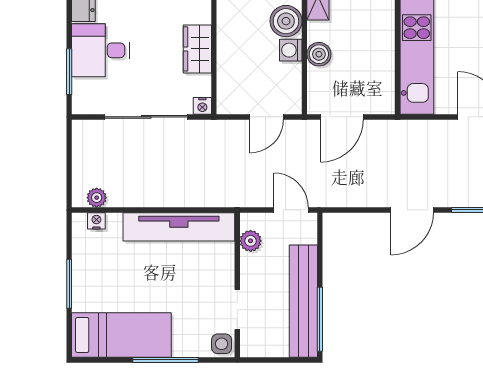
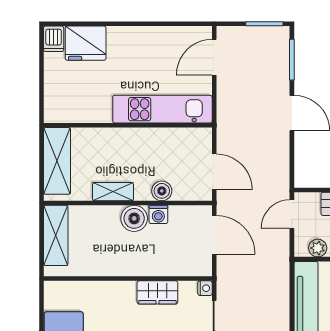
door: (266, 117) -> (214, 235), width x1.38

